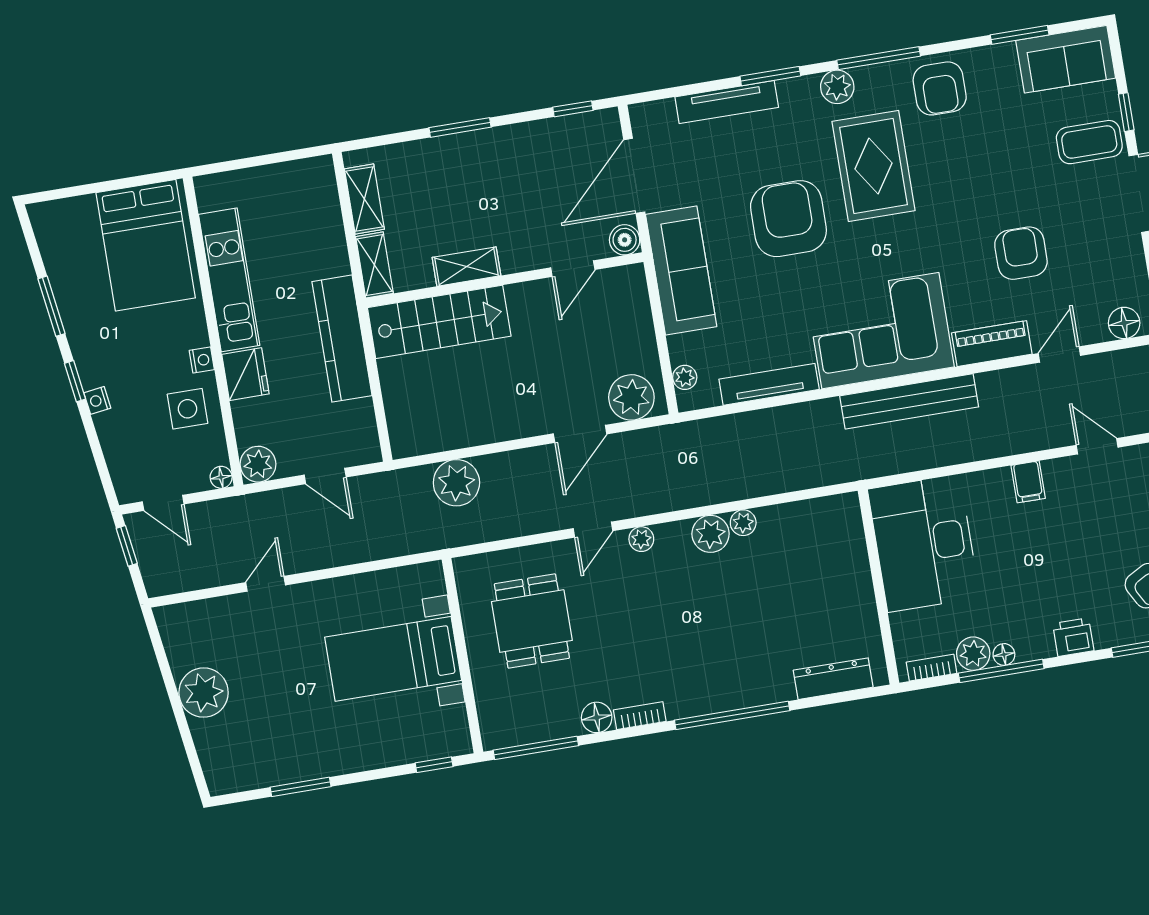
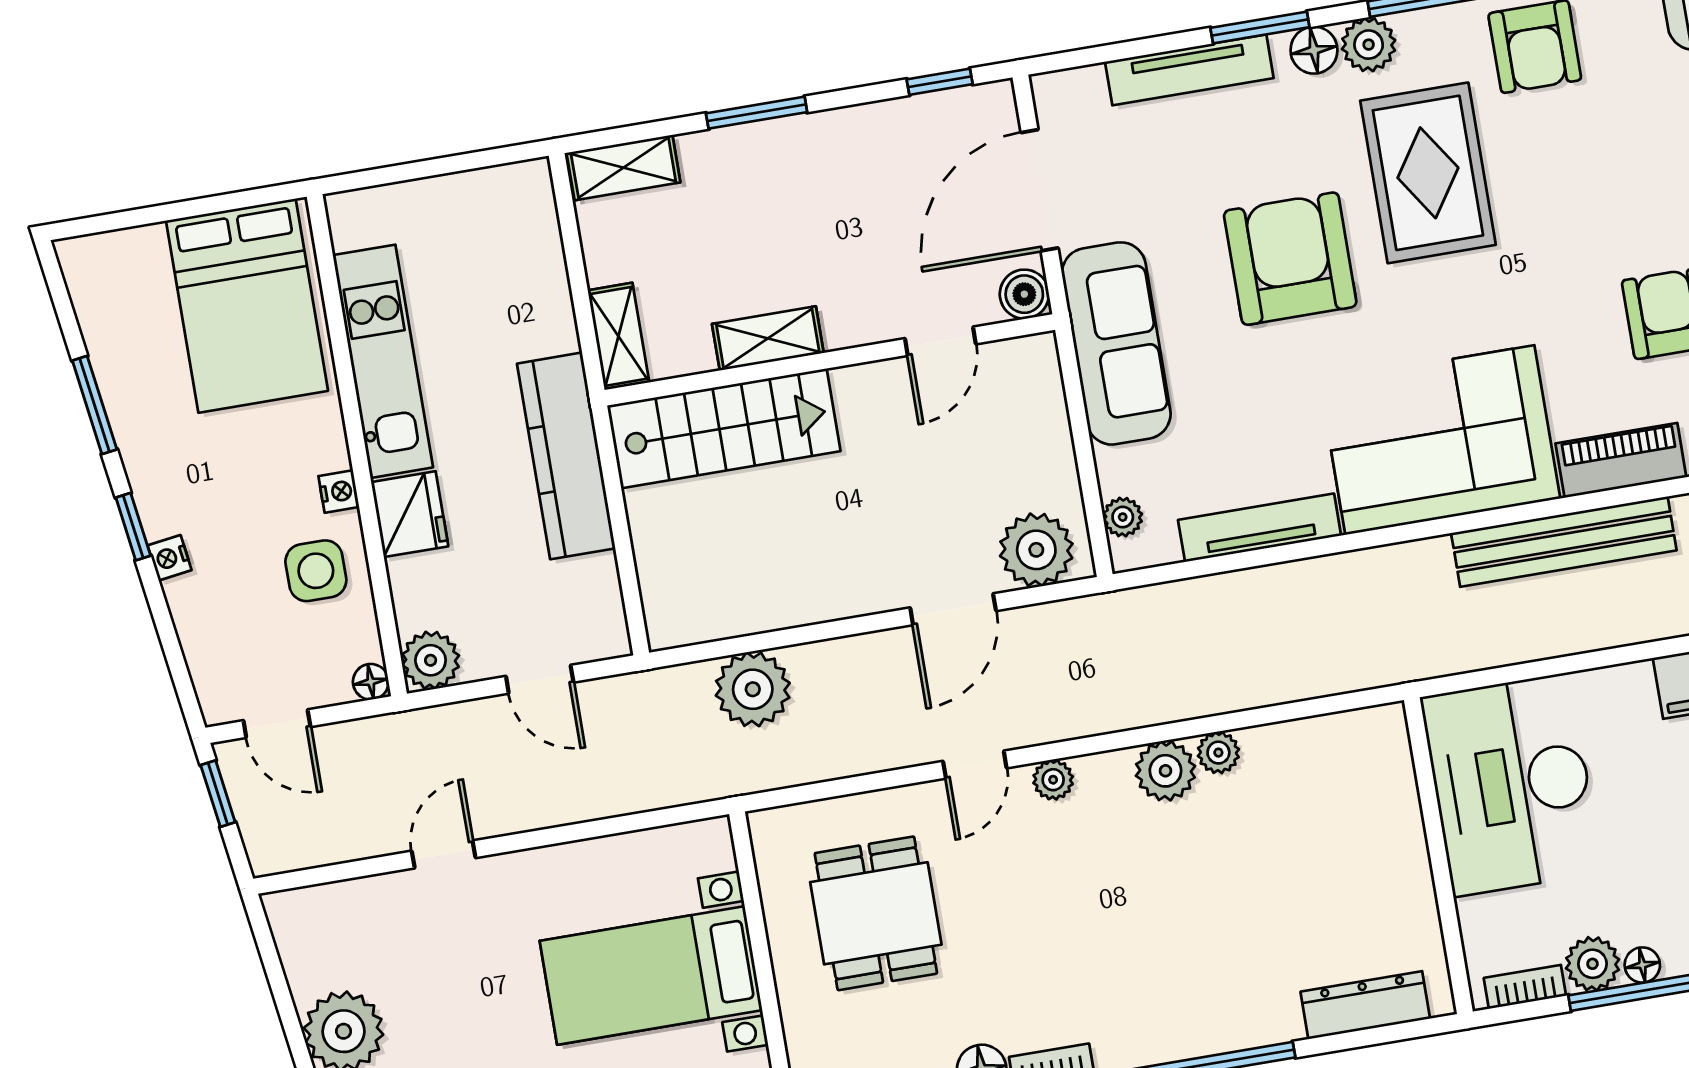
floor lamp: (804, 90) -> (1314, 50), added
shelving: (364, 199) -> (623, 168), moved, turned 90
bench: (909, 401) -> (1564, 542), moved

